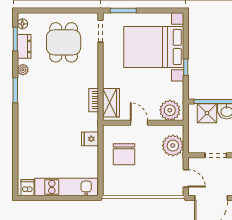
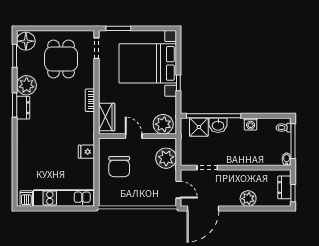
floor lamp: (22, 24) -> (26, 41), width x1.89, depth x1.89
dresser: (24, 46) -> (23, 108), moved
plant: (23, 70) -> (27, 85), width x1.87, depth x1.87
bookcase: (94, 100) -> (90, 100), moved

